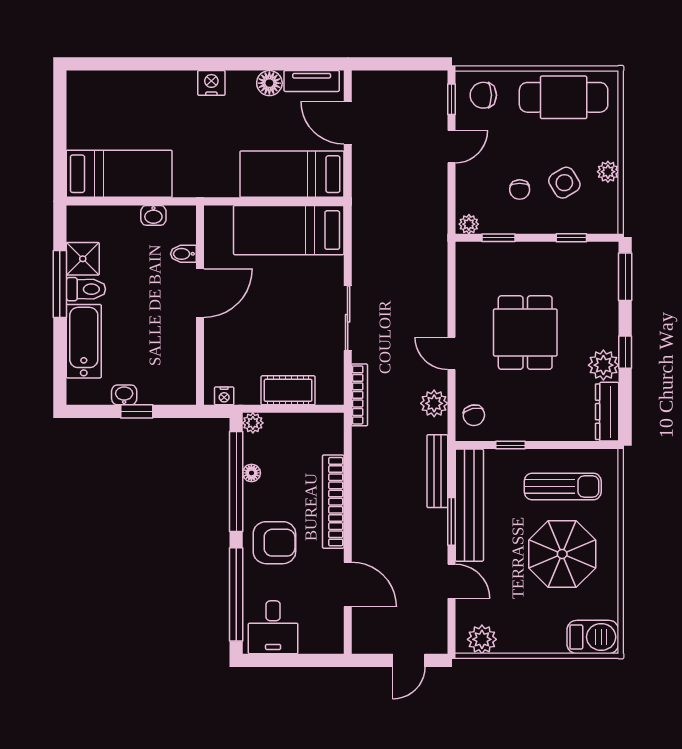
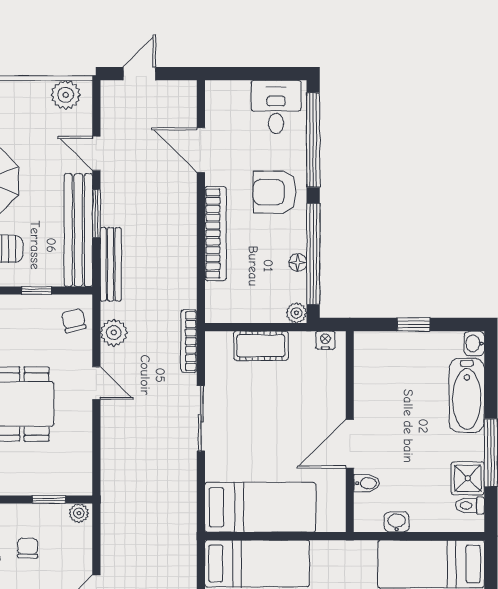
toilet: (86, 289) -> (470, 506), moved, width x0.73, depth x0.72
washbasin: (124, 395) -> (474, 344), moved, turned 90

